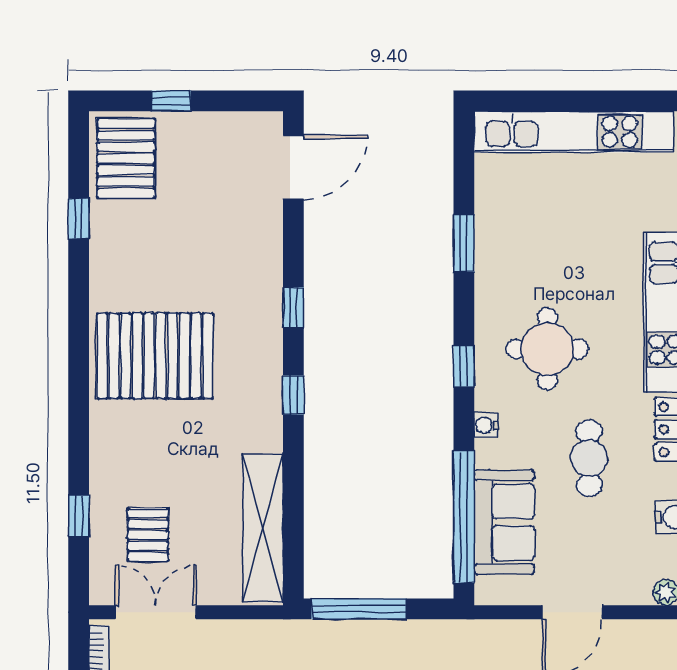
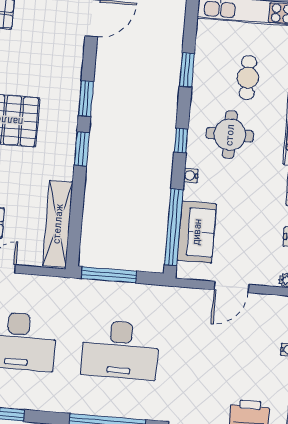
window: (293, 307) -> (86, 99), width x1.50
window: (293, 395) -> (82, 149), width x1.50
cafe table: (589, 458) -> (248, 78), moved

